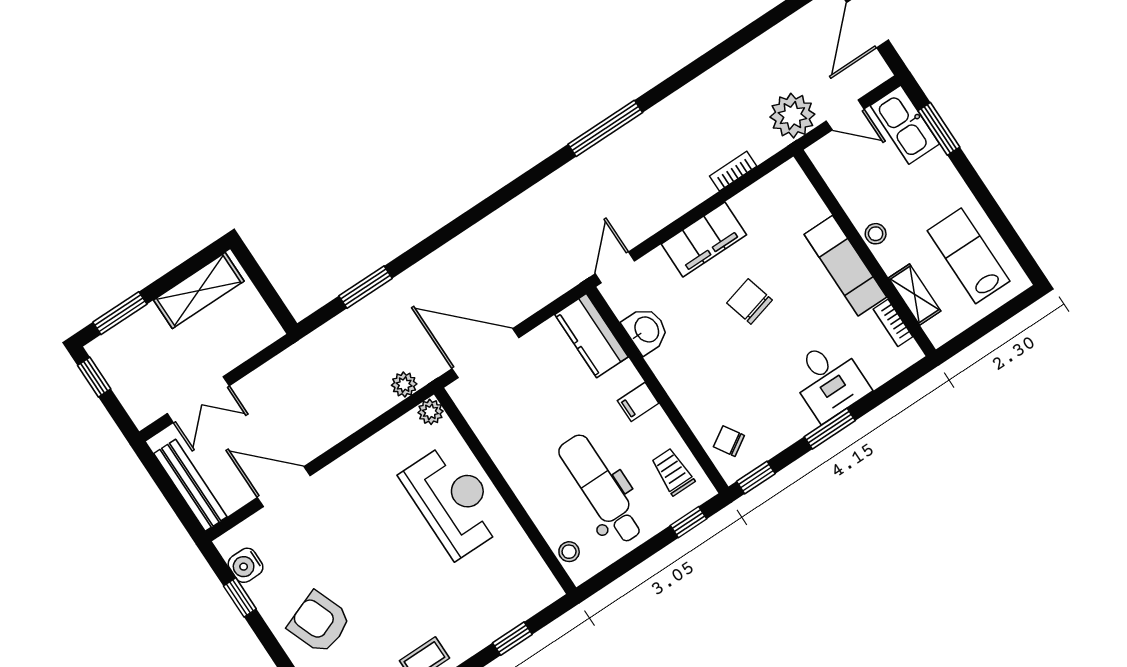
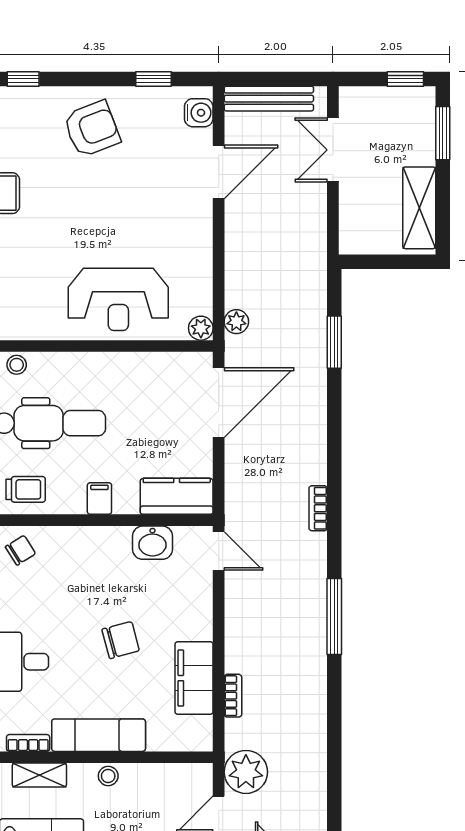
bookcase: (520, 205) -> (318, 508), added
filing cabinet: (704, 239) -> (194, 678), moved
water cooler: (246, 565) -> (199, 113), moved, turned 90

